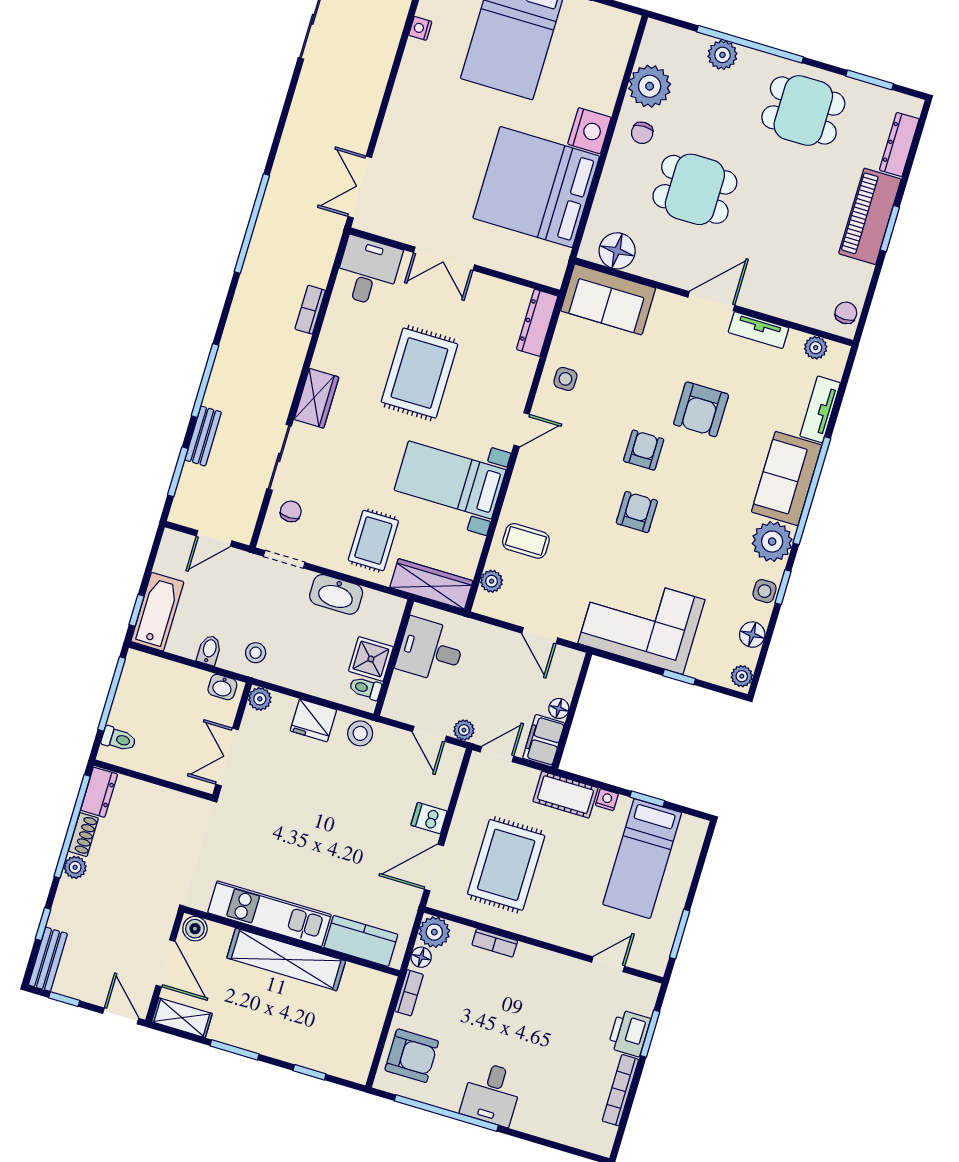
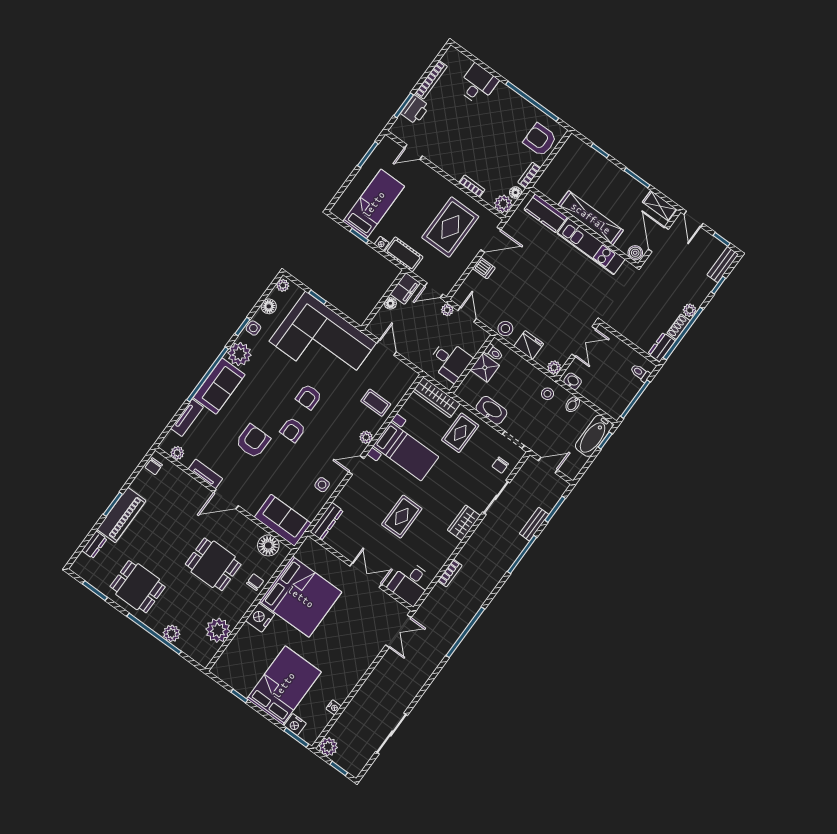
chair: (642, 133) -> (255, 582), moved
dresser: (899, 145) -> (94, 545), width x0.70
rug: (419, 373) -> (402, 517), width x0.73, depth x0.70
plant: (492, 581) -> (366, 437), moved
corner sofa: (641, 622) -> (323, 342), width x1.36, depth x1.36
desk: (492, 1094) -> (478, 84), moved

